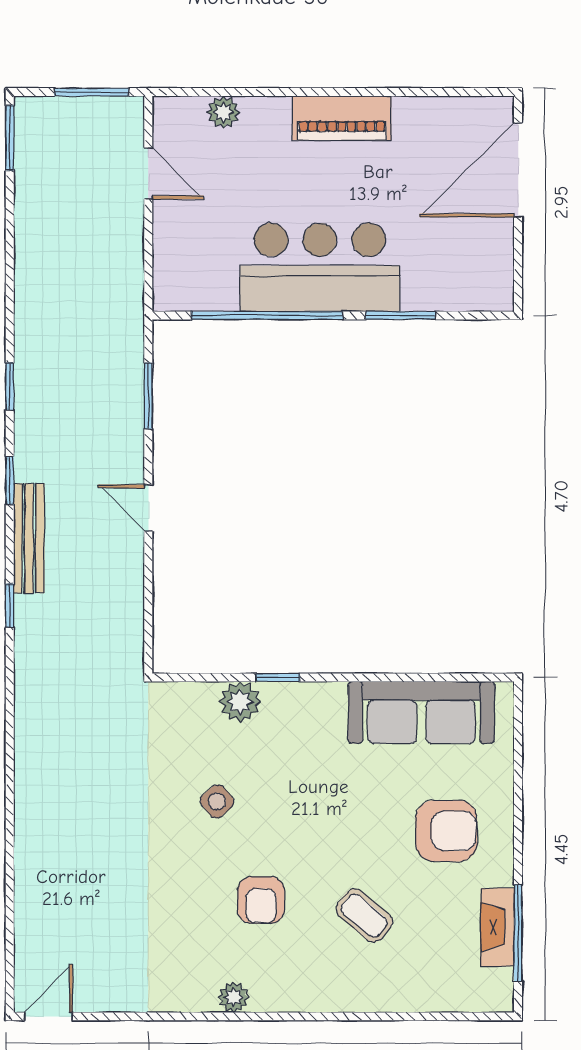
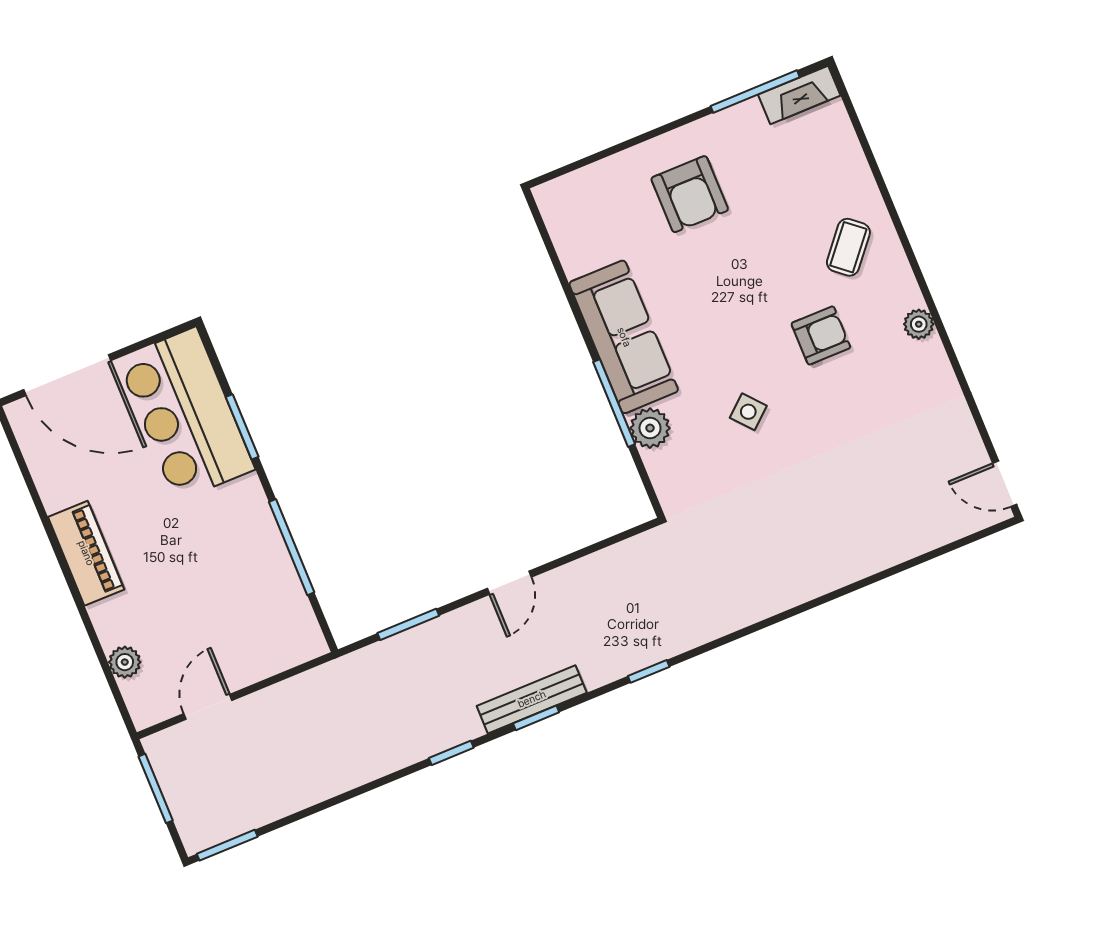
bar counter: (320, 267) -> (186, 414), moved
window: (267, 315) -> (292, 547), width x0.68
bench: (29, 538) -> (532, 699), moved
window: (278, 677) -> (614, 403), width x2.17
sofa: (421, 712) -> (624, 337), moved
armchair: (446, 831) -> (690, 194), turned 180
coffee table: (364, 915) -> (848, 247), moved
fireplace: (498, 927) -> (799, 95), moved

